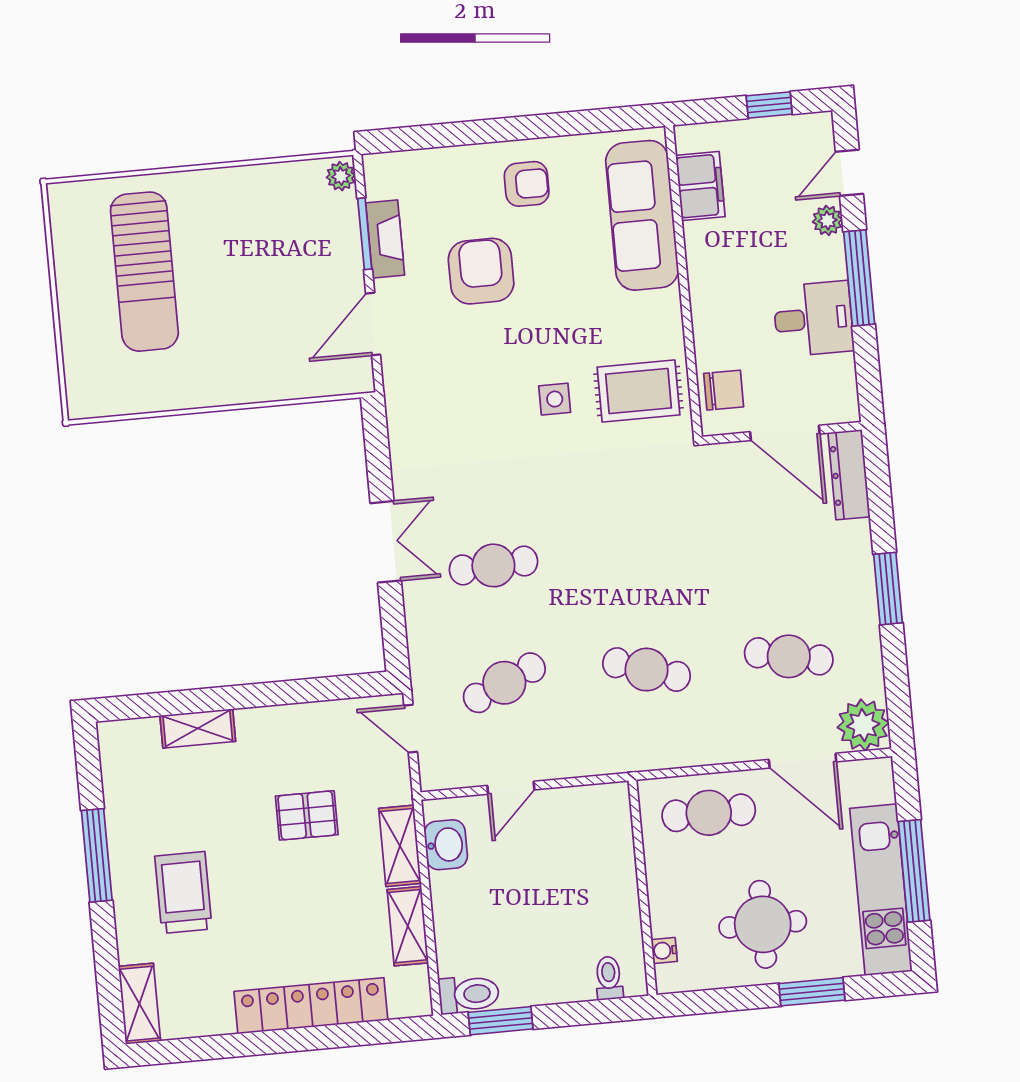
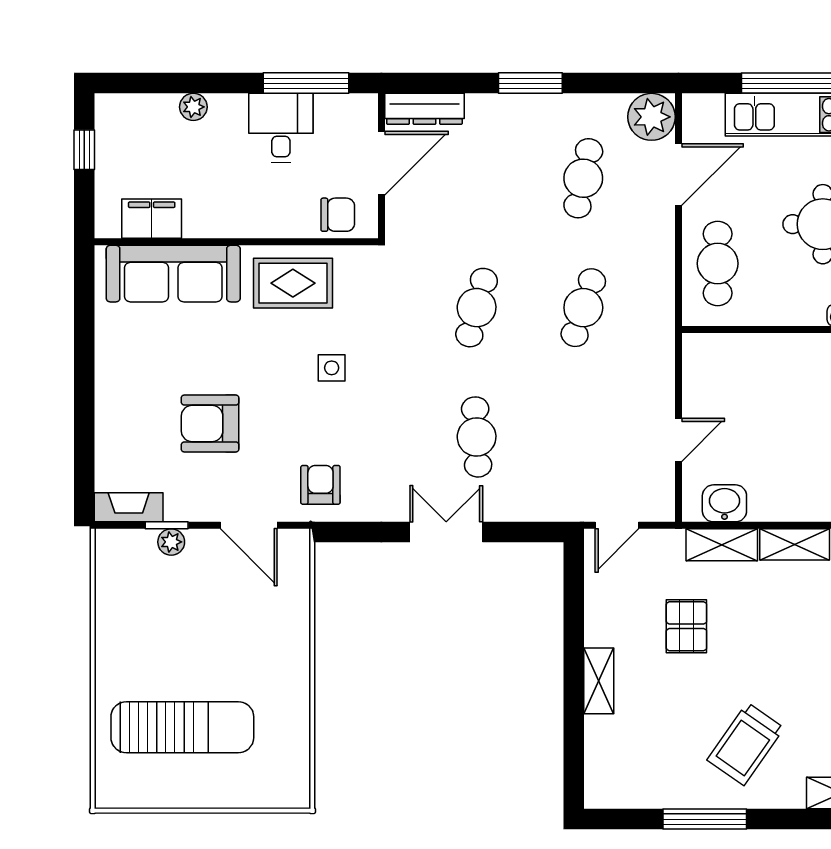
door: (849, 173) -> (152, 83), removed
plant: (341, 176) -> (171, 542), moved
armchair: (527, 184) -> (320, 485), moved
window: (365, 234) -> (167, 525), width x0.67
fireplace: (385, 239) -> (129, 507), moved
window: (859, 278) -> (306, 83), moved
chair: (724, 390) -> (338, 215), turned 90
rug: (638, 391) -> (293, 283), moved, turned 90
cafe table: (504, 683) -> (477, 308), moved, turned 39
shelving: (198, 728) -> (599, 681), moved
door: (511, 788) -> (678, 440), hinge flipped
trolley: (183, 893) -> (746, 744), turned -55

